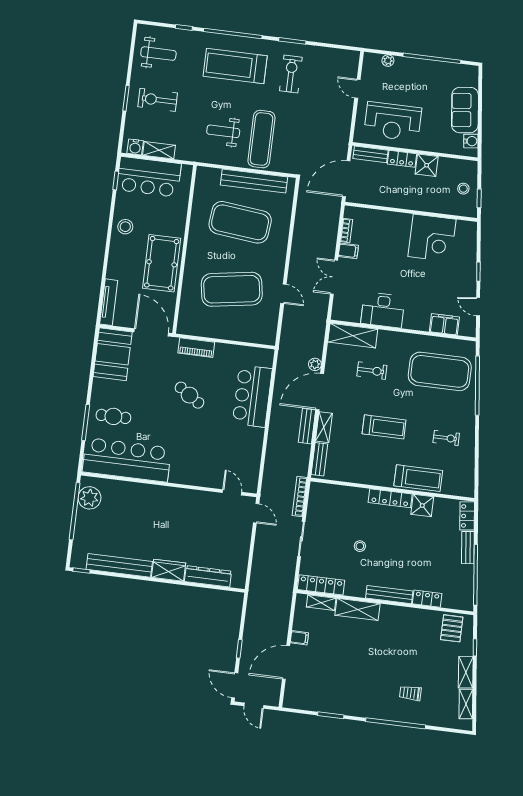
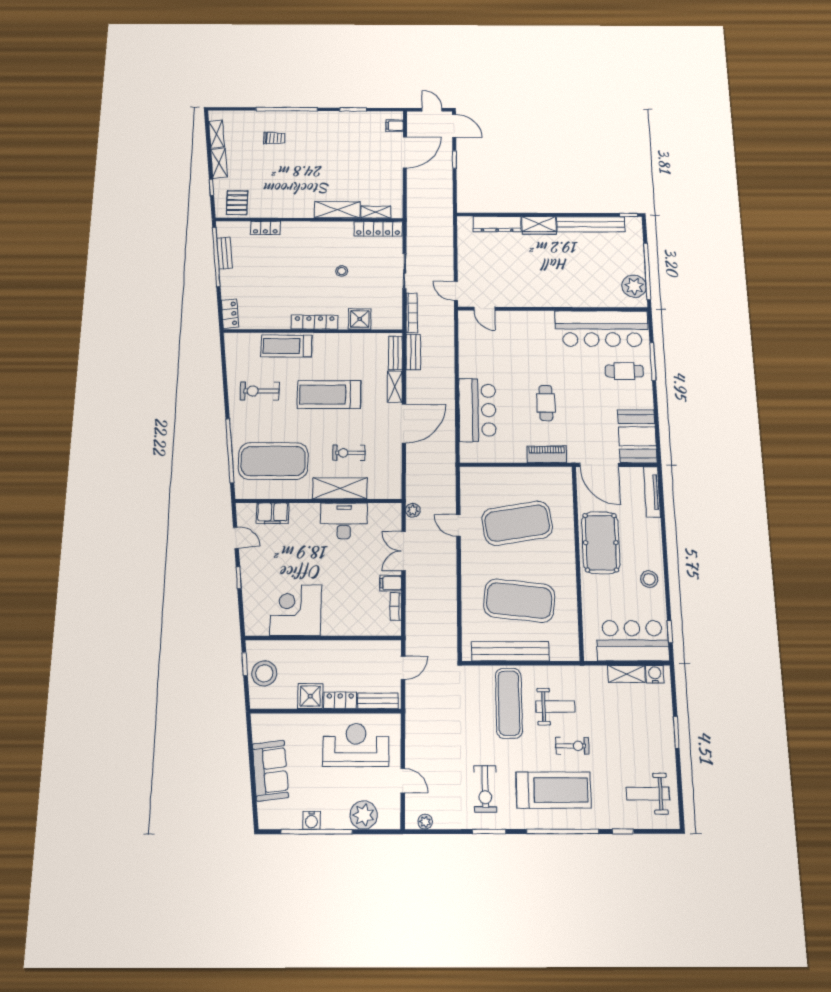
plant: (343, 55) -> (425, 822), added
plant: (388, 61) -> (364, 815), width x1.88, depth x1.88
exercise bike: (158, 100) -> (572, 746), moved, width x0.73, depth x0.72
water cooler: (471, 141) -> (311, 820), moved, turned -83
door: (346, 179) -> (403, 668), width x0.53
stool: (463, 189) -> (264, 673), width x1.89, depth x1.89
double door: (334, 277) -> (404, 551), swing flipped
shelving: (353, 336) -> (340, 488), moved
plant: (315, 364) -> (413, 510), moved
cafe table: (190, 395) -> (546, 403), turned 56
bench: (307, 426) -> (413, 352), moved
treadmill: (384, 427) -> (329, 395), width x1.37, depth x1.38
exercise bike: (446, 438) -> (260, 391), width x1.38, depth x1.39
shower: (422, 505) -> (360, 319), moved
bench: (468, 548) -> (225, 253), moved
bench: (389, 595) -> (306, 228), removed
filing cabinet: (299, 638) -> (395, 126), moved

